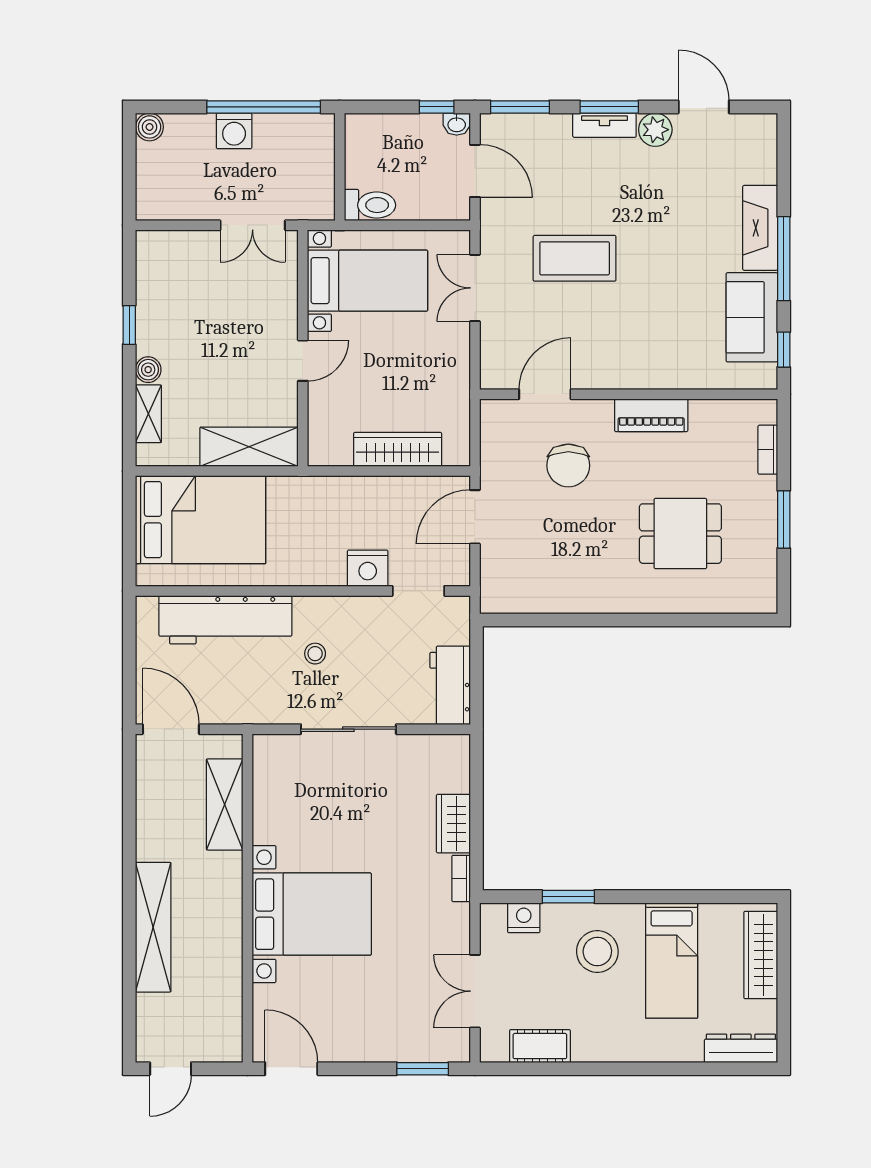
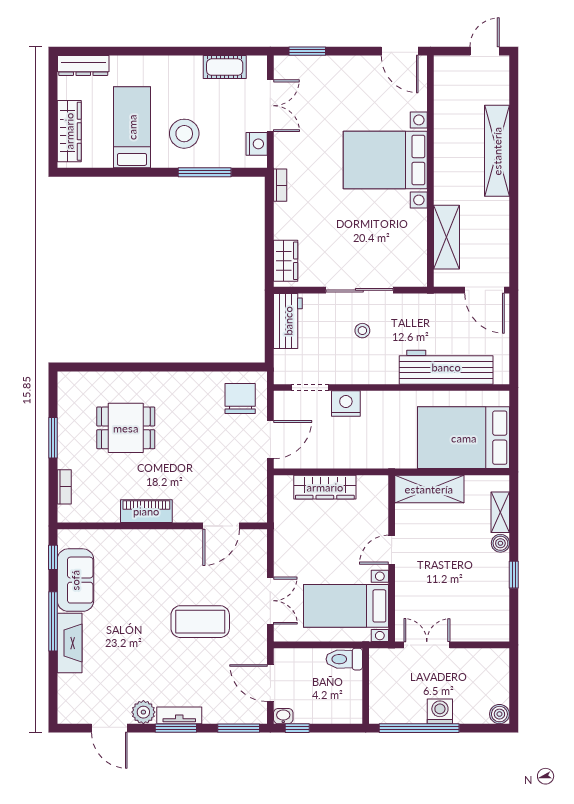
chair: (568, 465) -> (240, 399), moved
stool: (315, 654) -> (362, 331), moved
wardrobe: (453, 824) -> (286, 261), moved
window: (568, 897) -> (205, 172), width x1.44
nightstand: (524, 918) -> (257, 144), moved, turned -90

